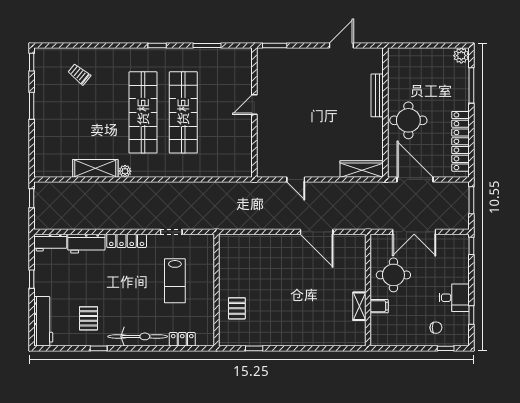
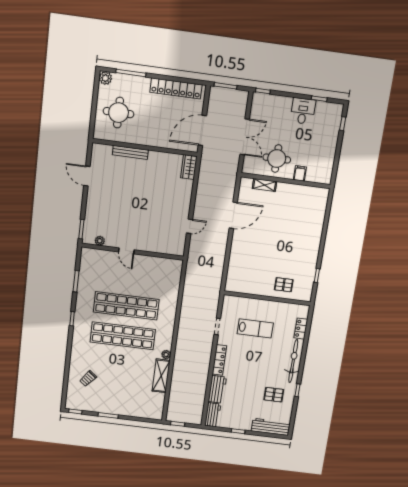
plant: (263, 70) -> (100, 241), added
round table: (408, 120) -> (119, 113), moved
wardrobe: (362, 169) -> (189, 167), width x0.67
shelving: (359, 306) -> (265, 185), moved
chair: (436, 328) -> (325, 129), removed

